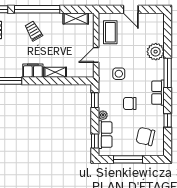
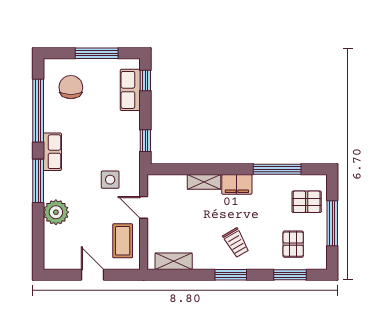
window: (37, 9) -> (231, 275), width x0.47
door: (96, 55) -> (144, 207), swing flipped
chair: (130, 103) -> (94, 136), removed
plant: (103, 115) -> (133, 119), removed
window: (168, 120) -> (38, 111), width x3.17
chair: (145, 136) -> (71, 87), turned -103

